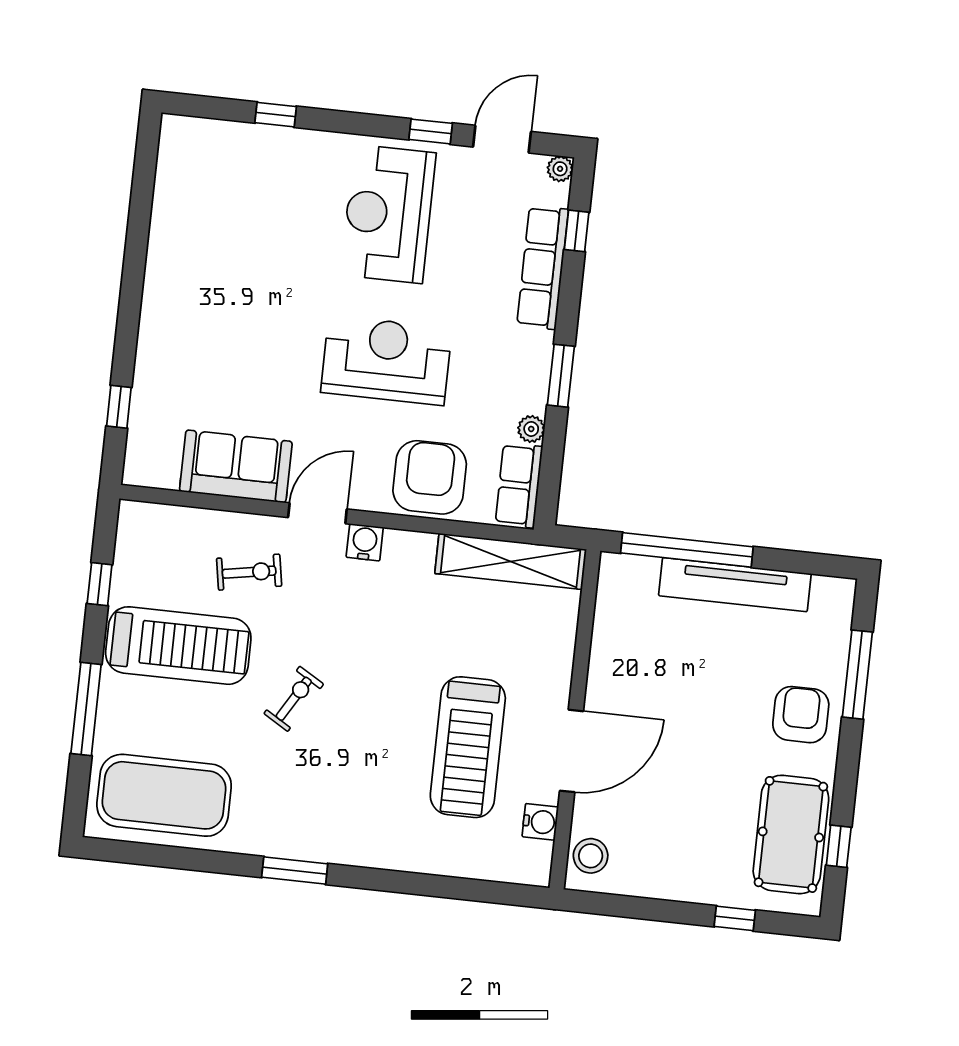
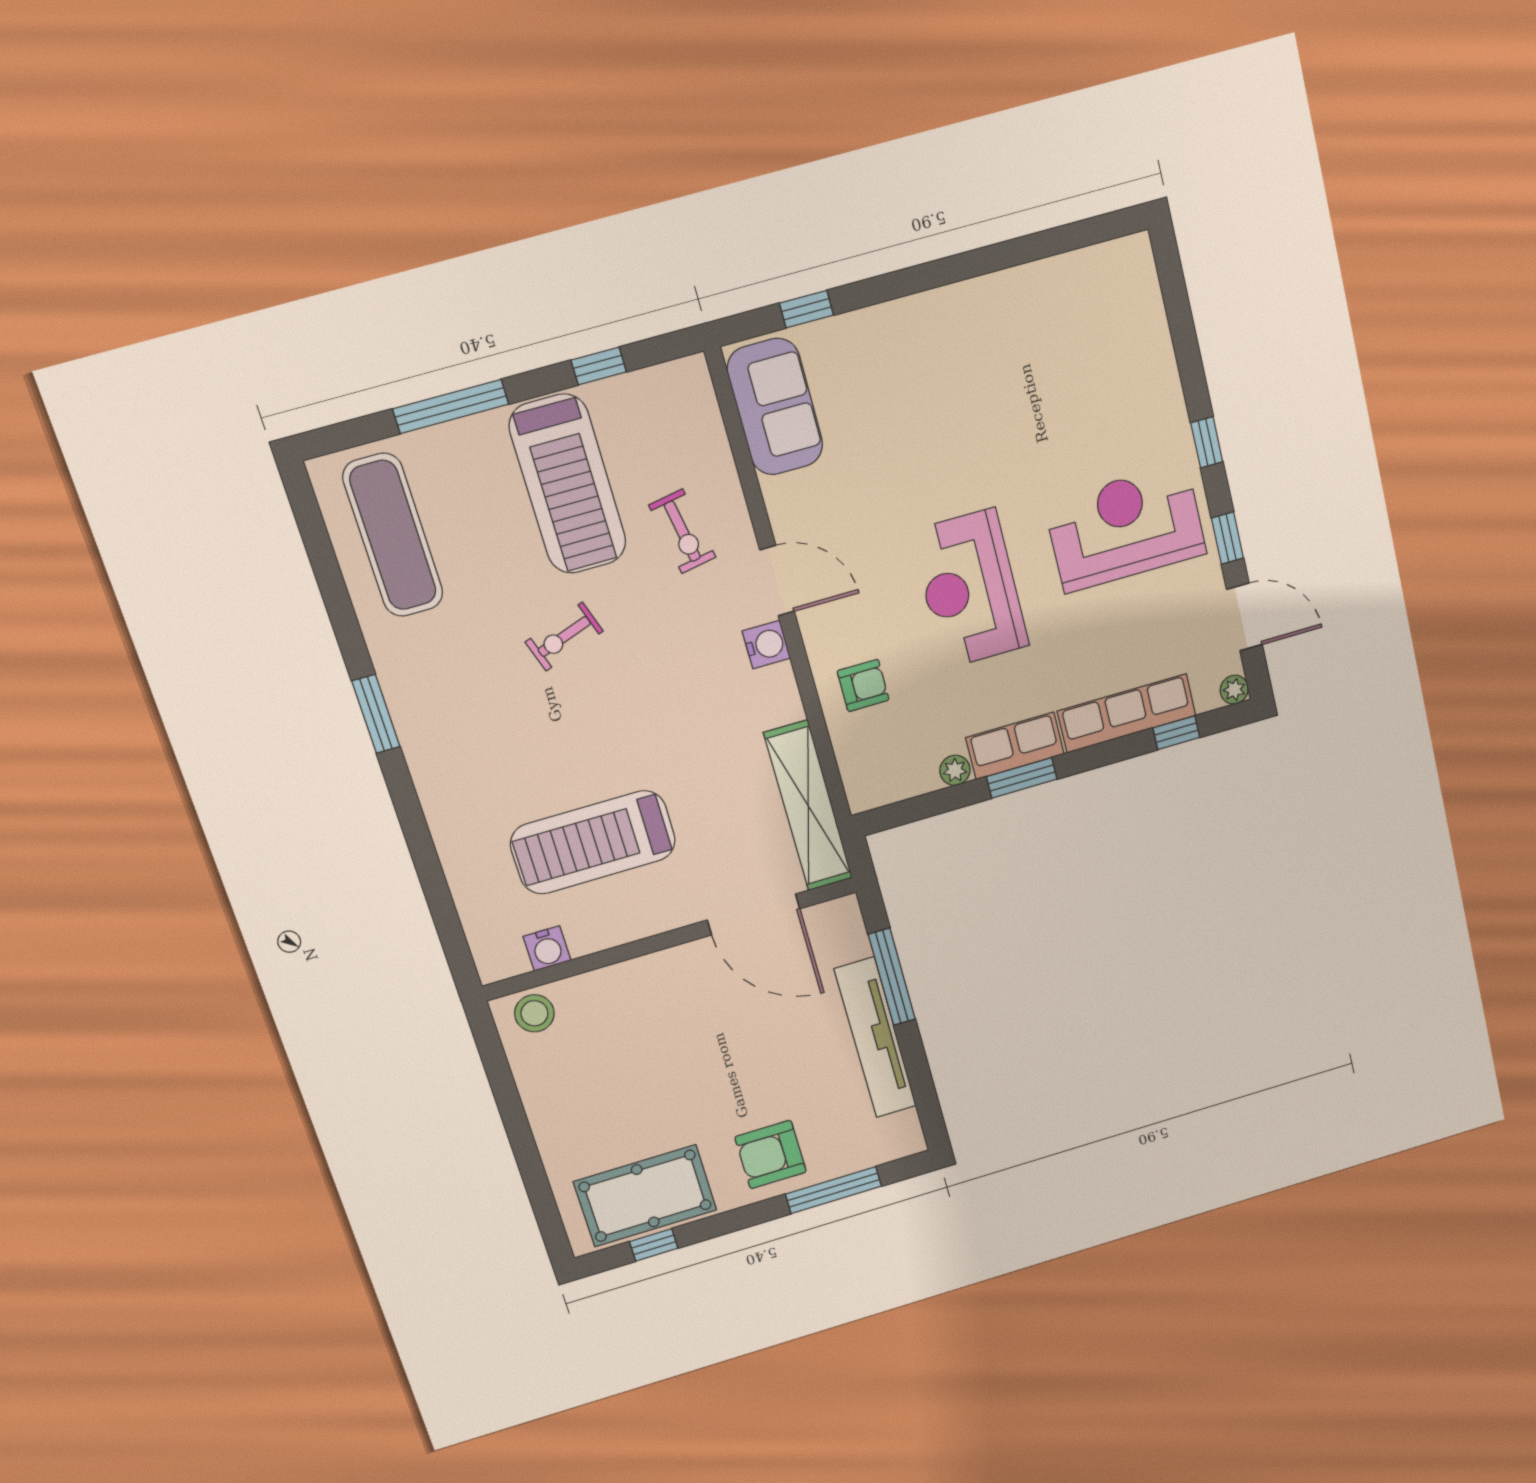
window: (276, 115) -> (1207, 442), moved
reception desk: (386, 360) -> (970, 589), turned 180
sofa: (236, 466) -> (775, 407), moved
armchair: (430, 477) -> (863, 685), width x0.53, depth x0.53
row of seats: (519, 485) -> (1015, 746), moved
window: (687, 550) -> (892, 977), width x0.68
exercise bike: (294, 699) -> (564, 637), turned 130
armchair: (801, 715) -> (771, 1155), turned 180
door: (572, 751) -> (754, 914), moved
exercise mat: (164, 795) -> (393, 535), width x0.68
window: (735, 918) -> (535, 1179), removed

